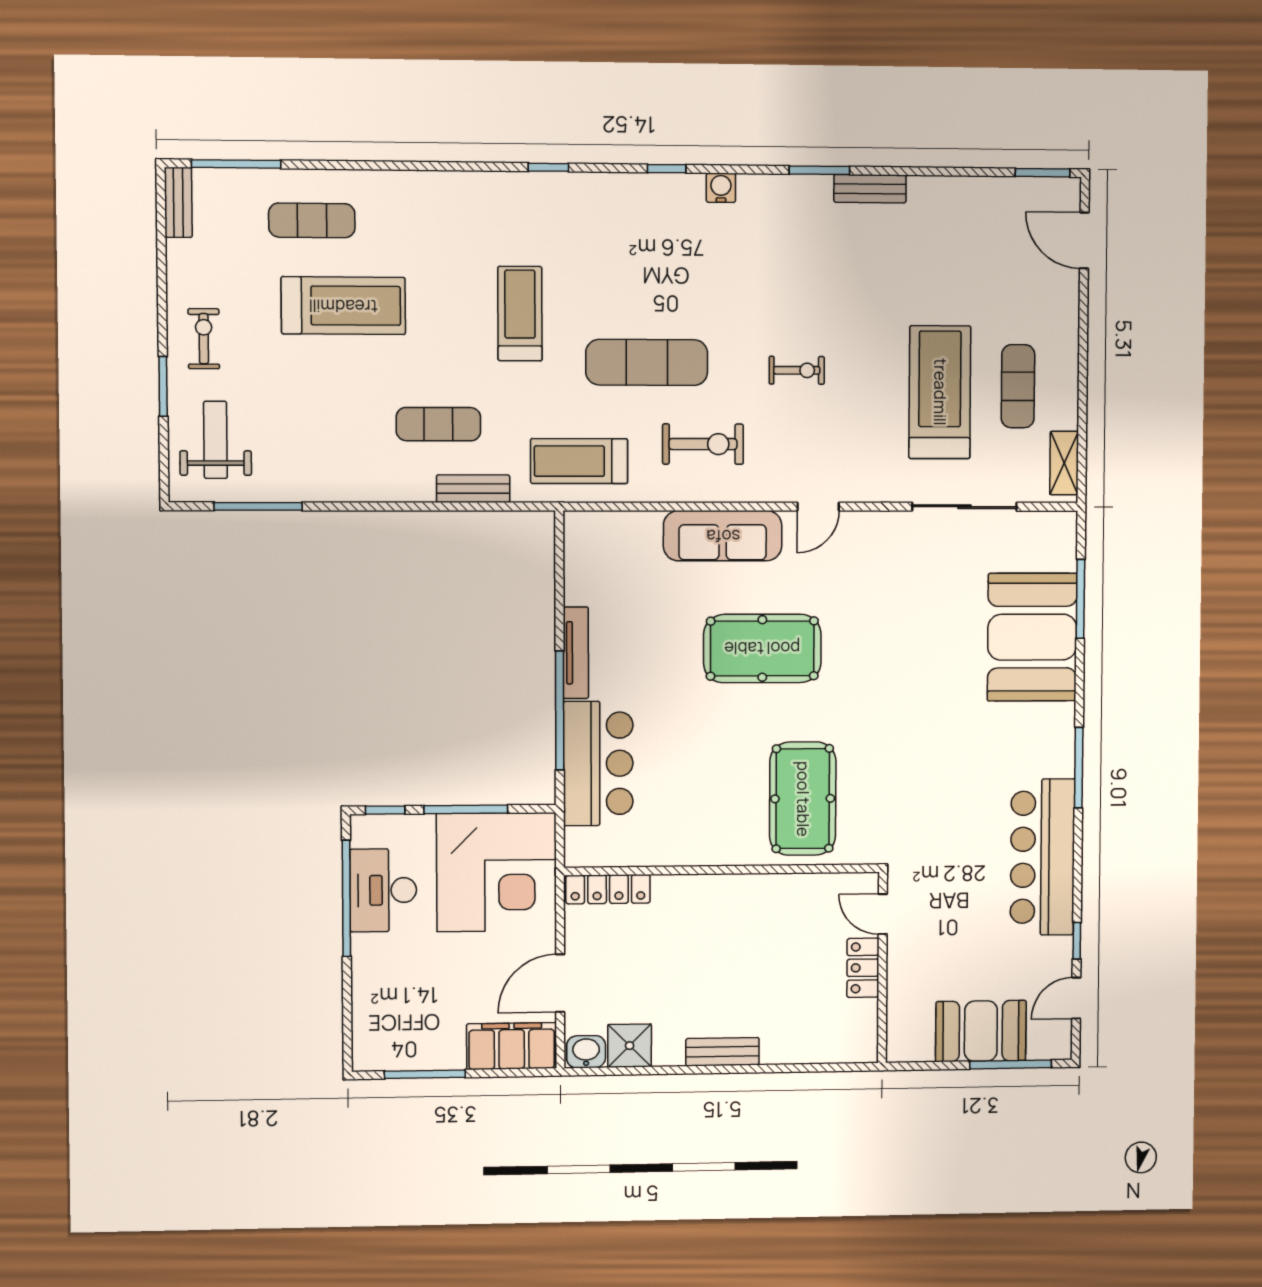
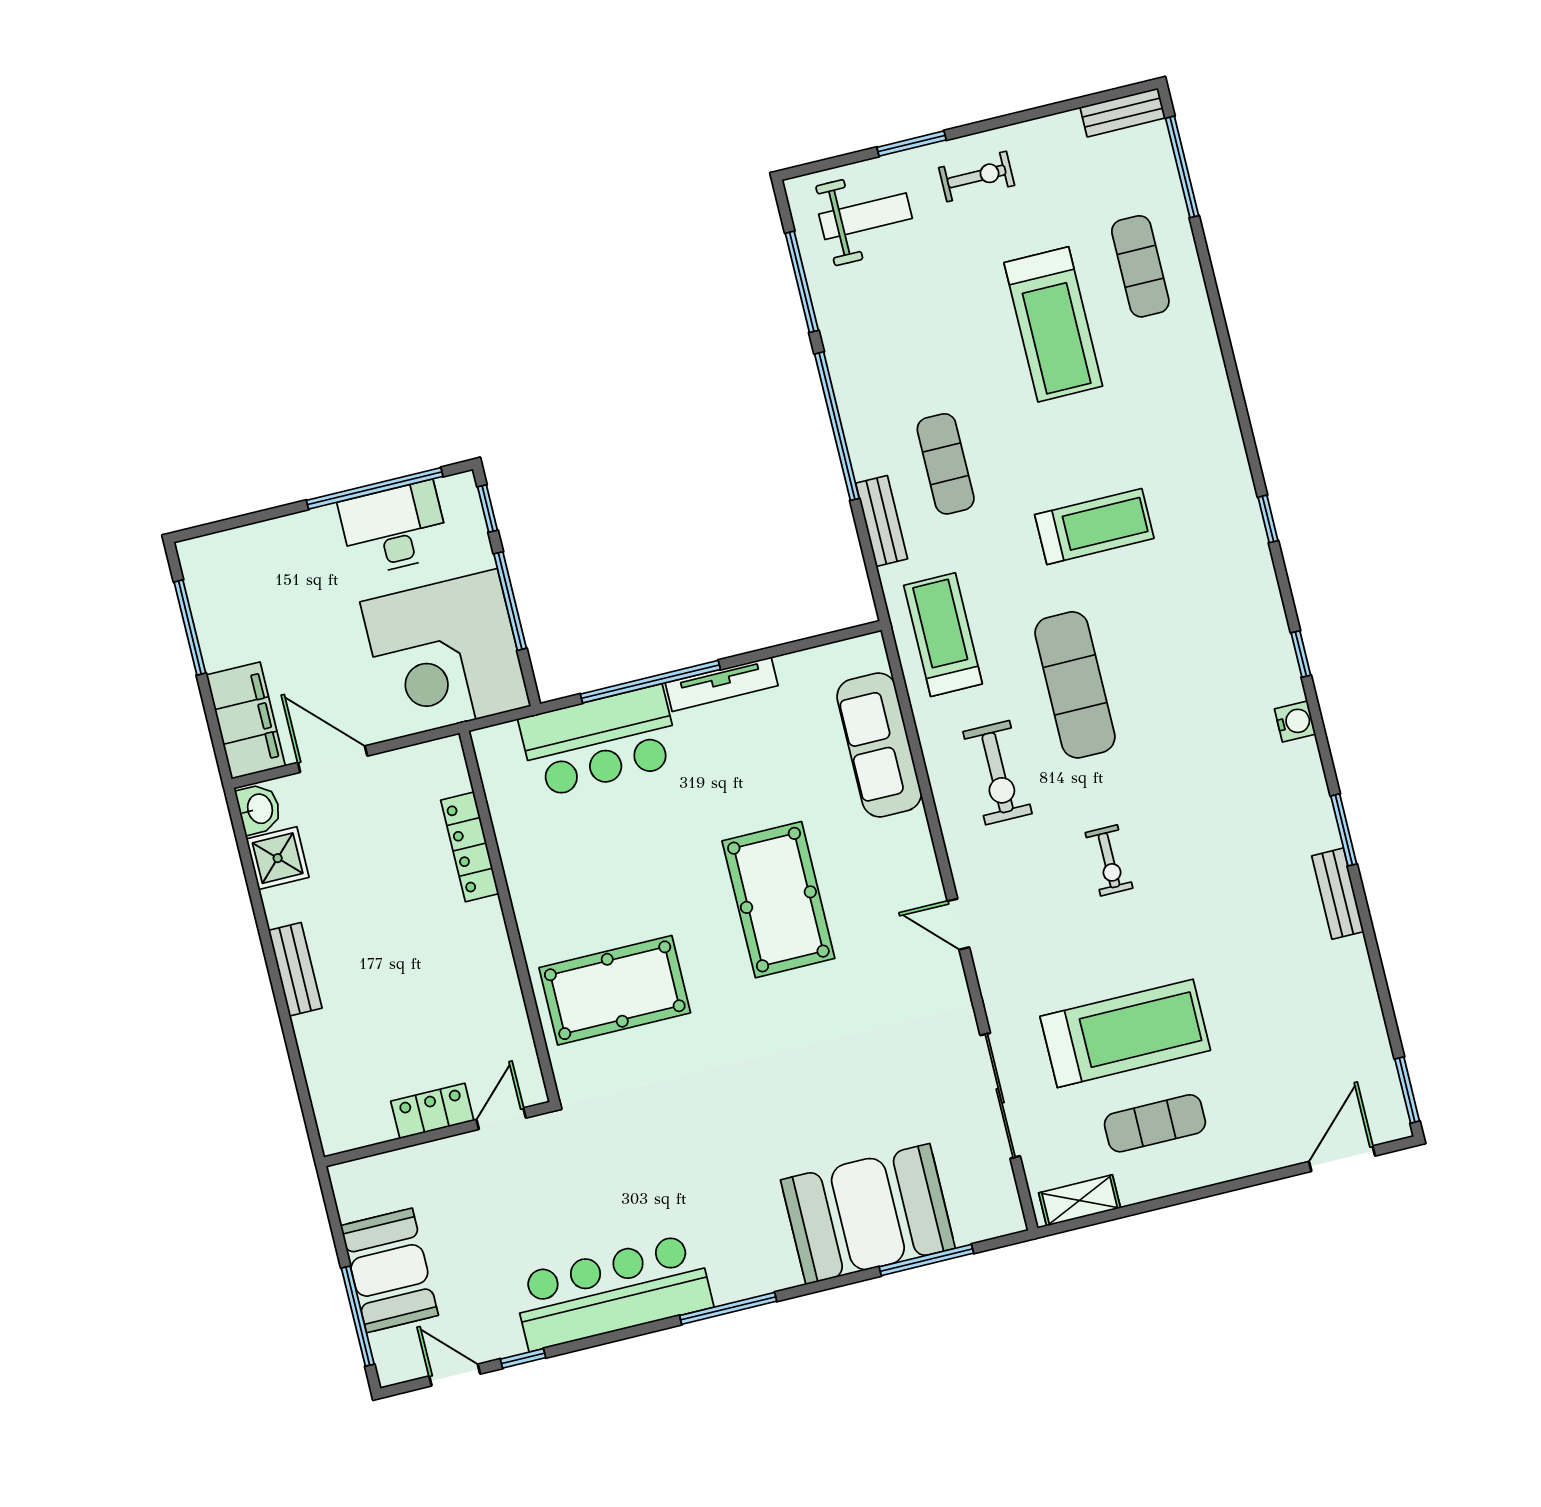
window: (386, 506) -> (837, 426), added
sofa: (723, 536) -> (879, 745), moved
locker: (608, 889) -> (470, 847), moved

